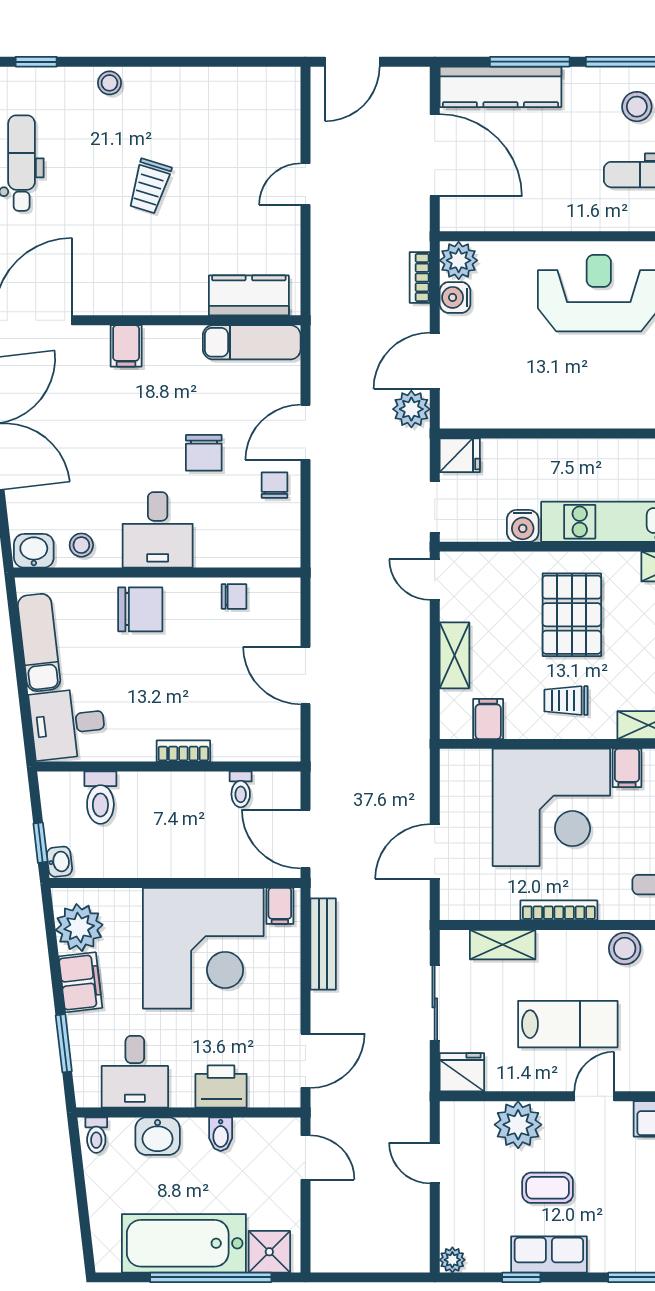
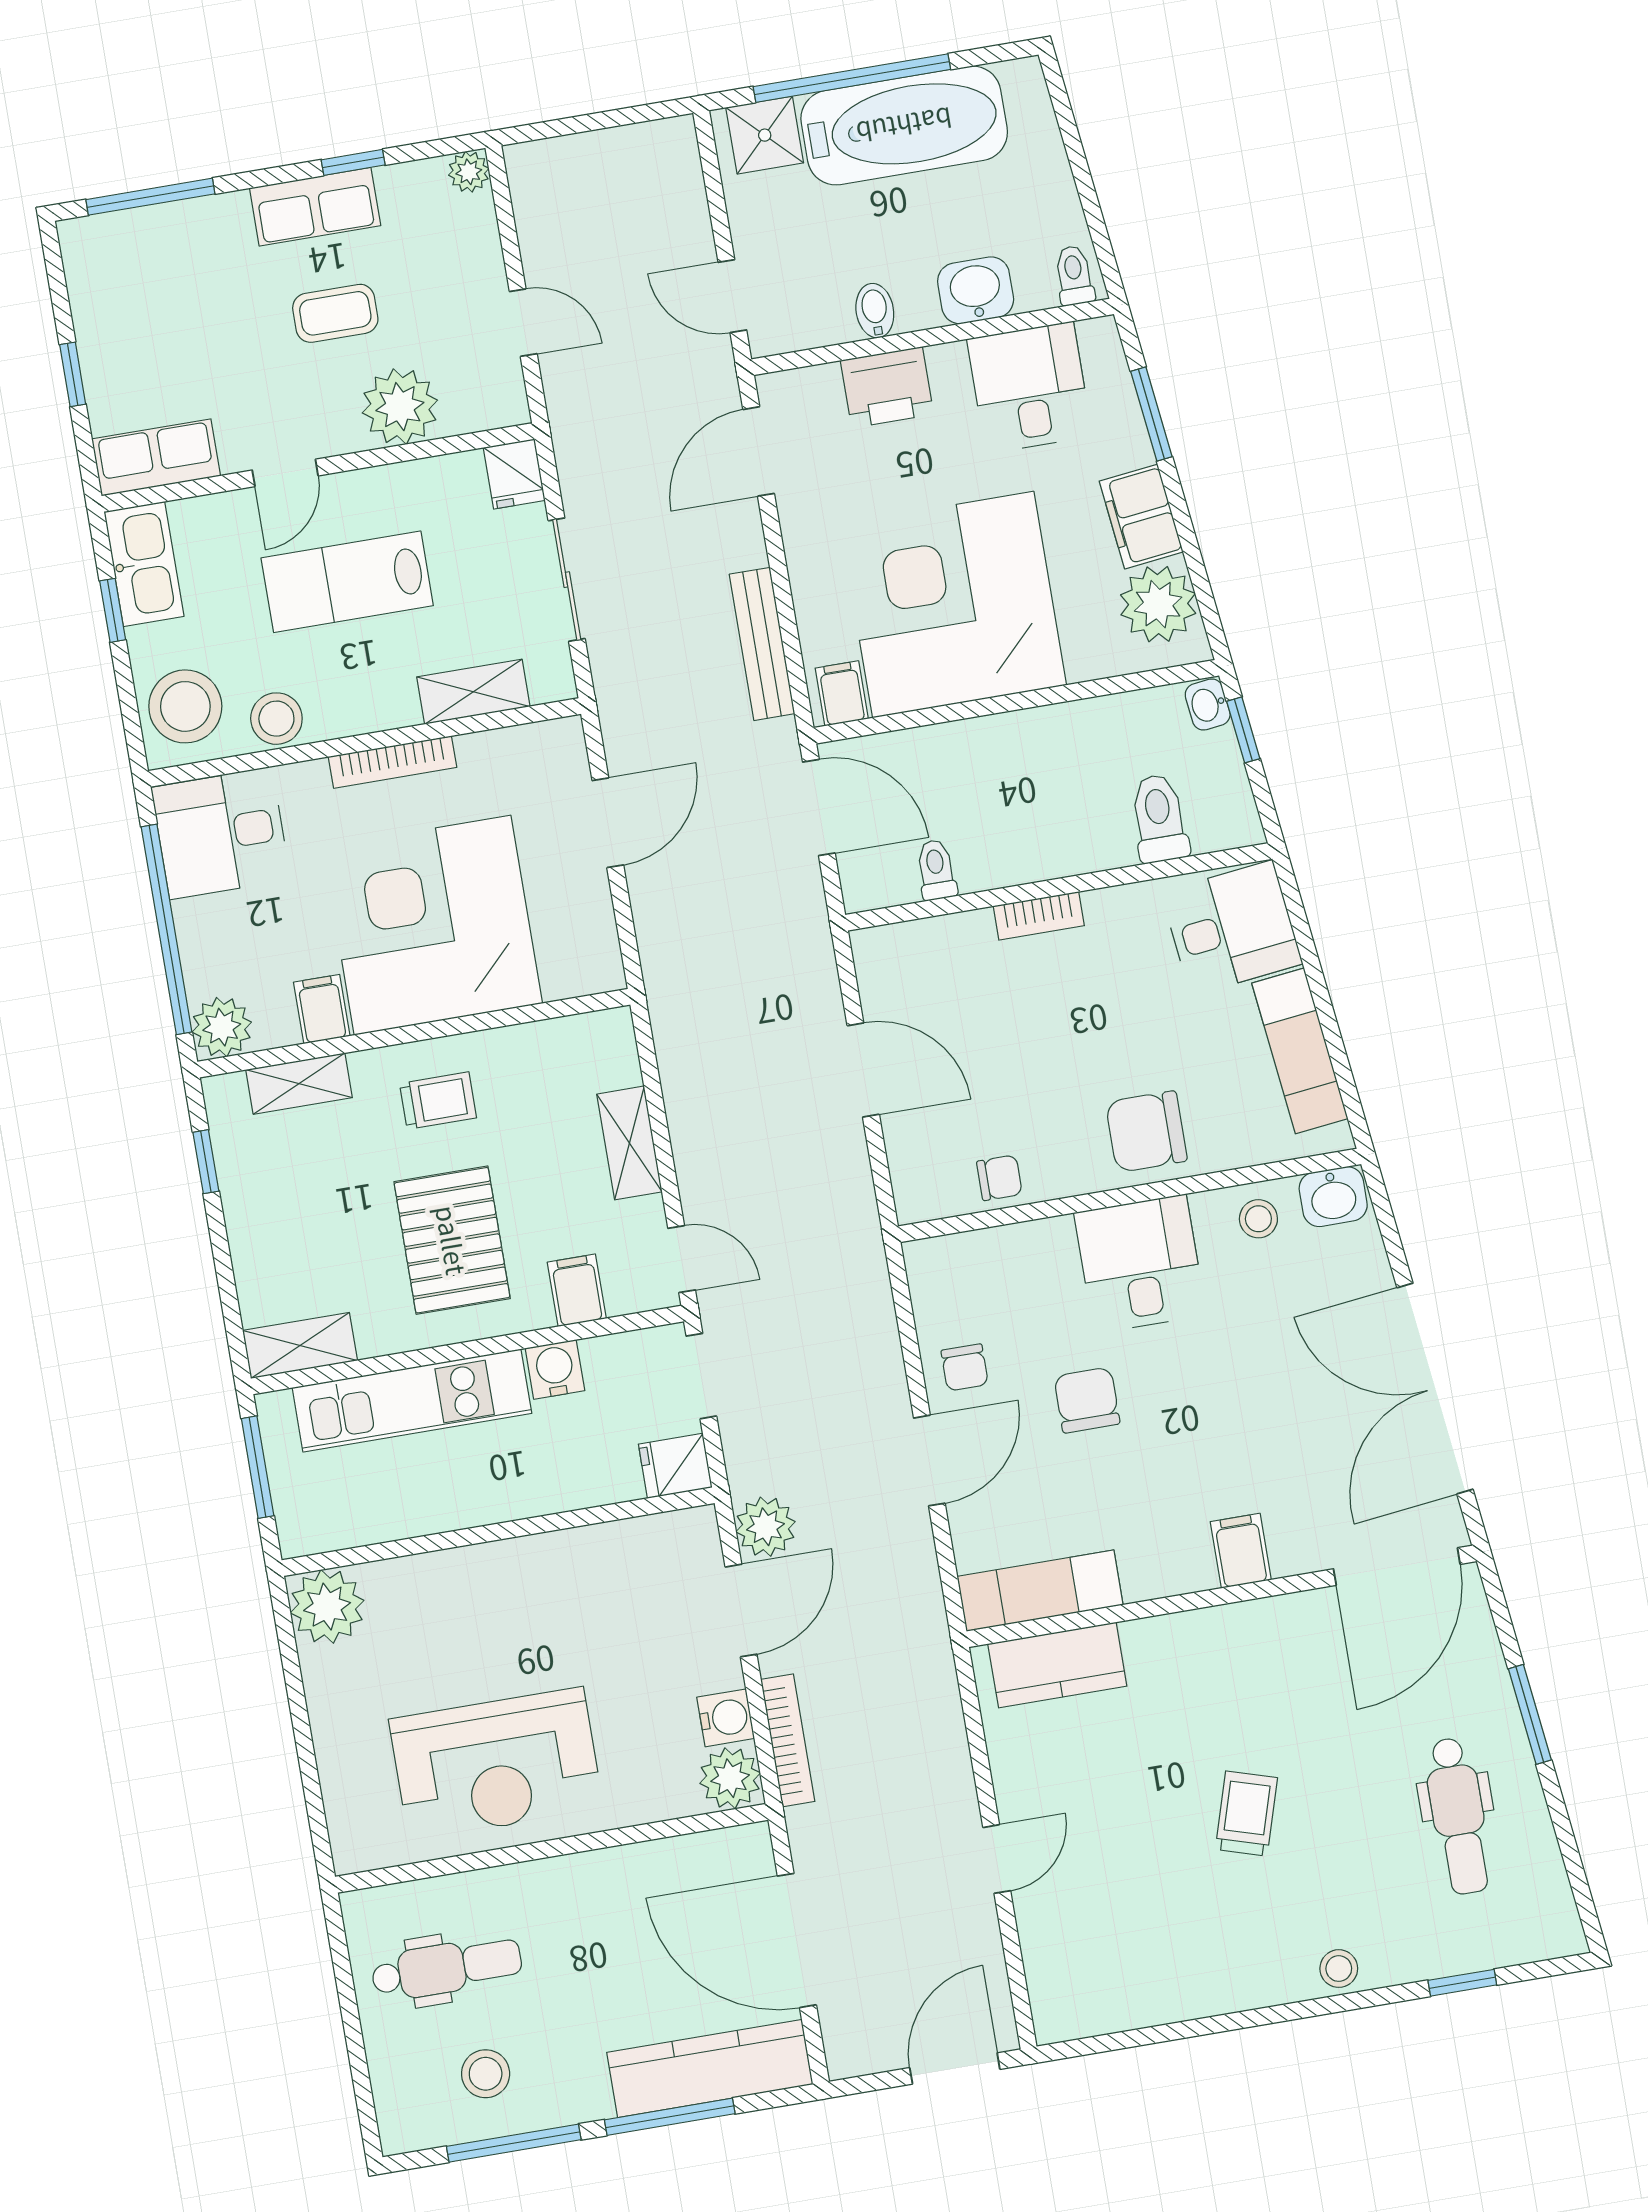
bookcase: (420, 277) -> (788, 1740), width x1.56
chair: (234, 596) -> (999, 1178), turned 180
filing cabinet: (488, 719) -> (577, 1290), moved, turned 180
fridge: (462, 1072) -> (514, 474), width x0.72

